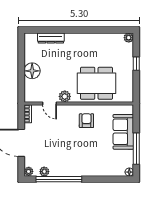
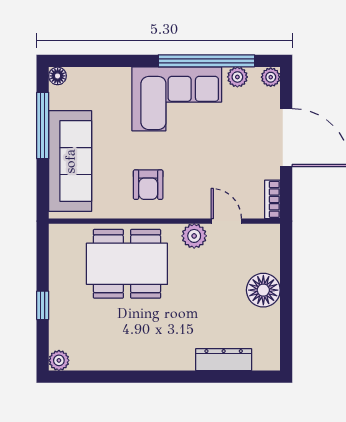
sofa: (123, 132) -> (70, 161), width x1.36
corner sofa: (73, 161) -> (177, 99), added

